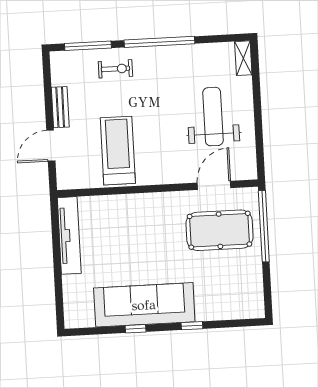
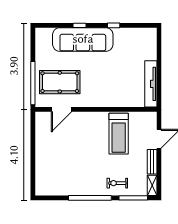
shelving: (243, 58) -> (152, 185), moved
weight bench: (213, 117) -> (60, 151), removed
sofa: (144, 305) -> (83, 39), moved

